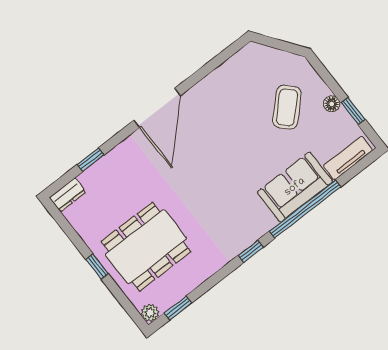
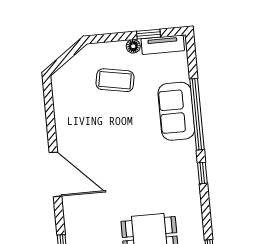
coffee table: (287, 107) -> (115, 80), turned -35
tv unit: (348, 158) -> (163, 45), moved, turned -90

